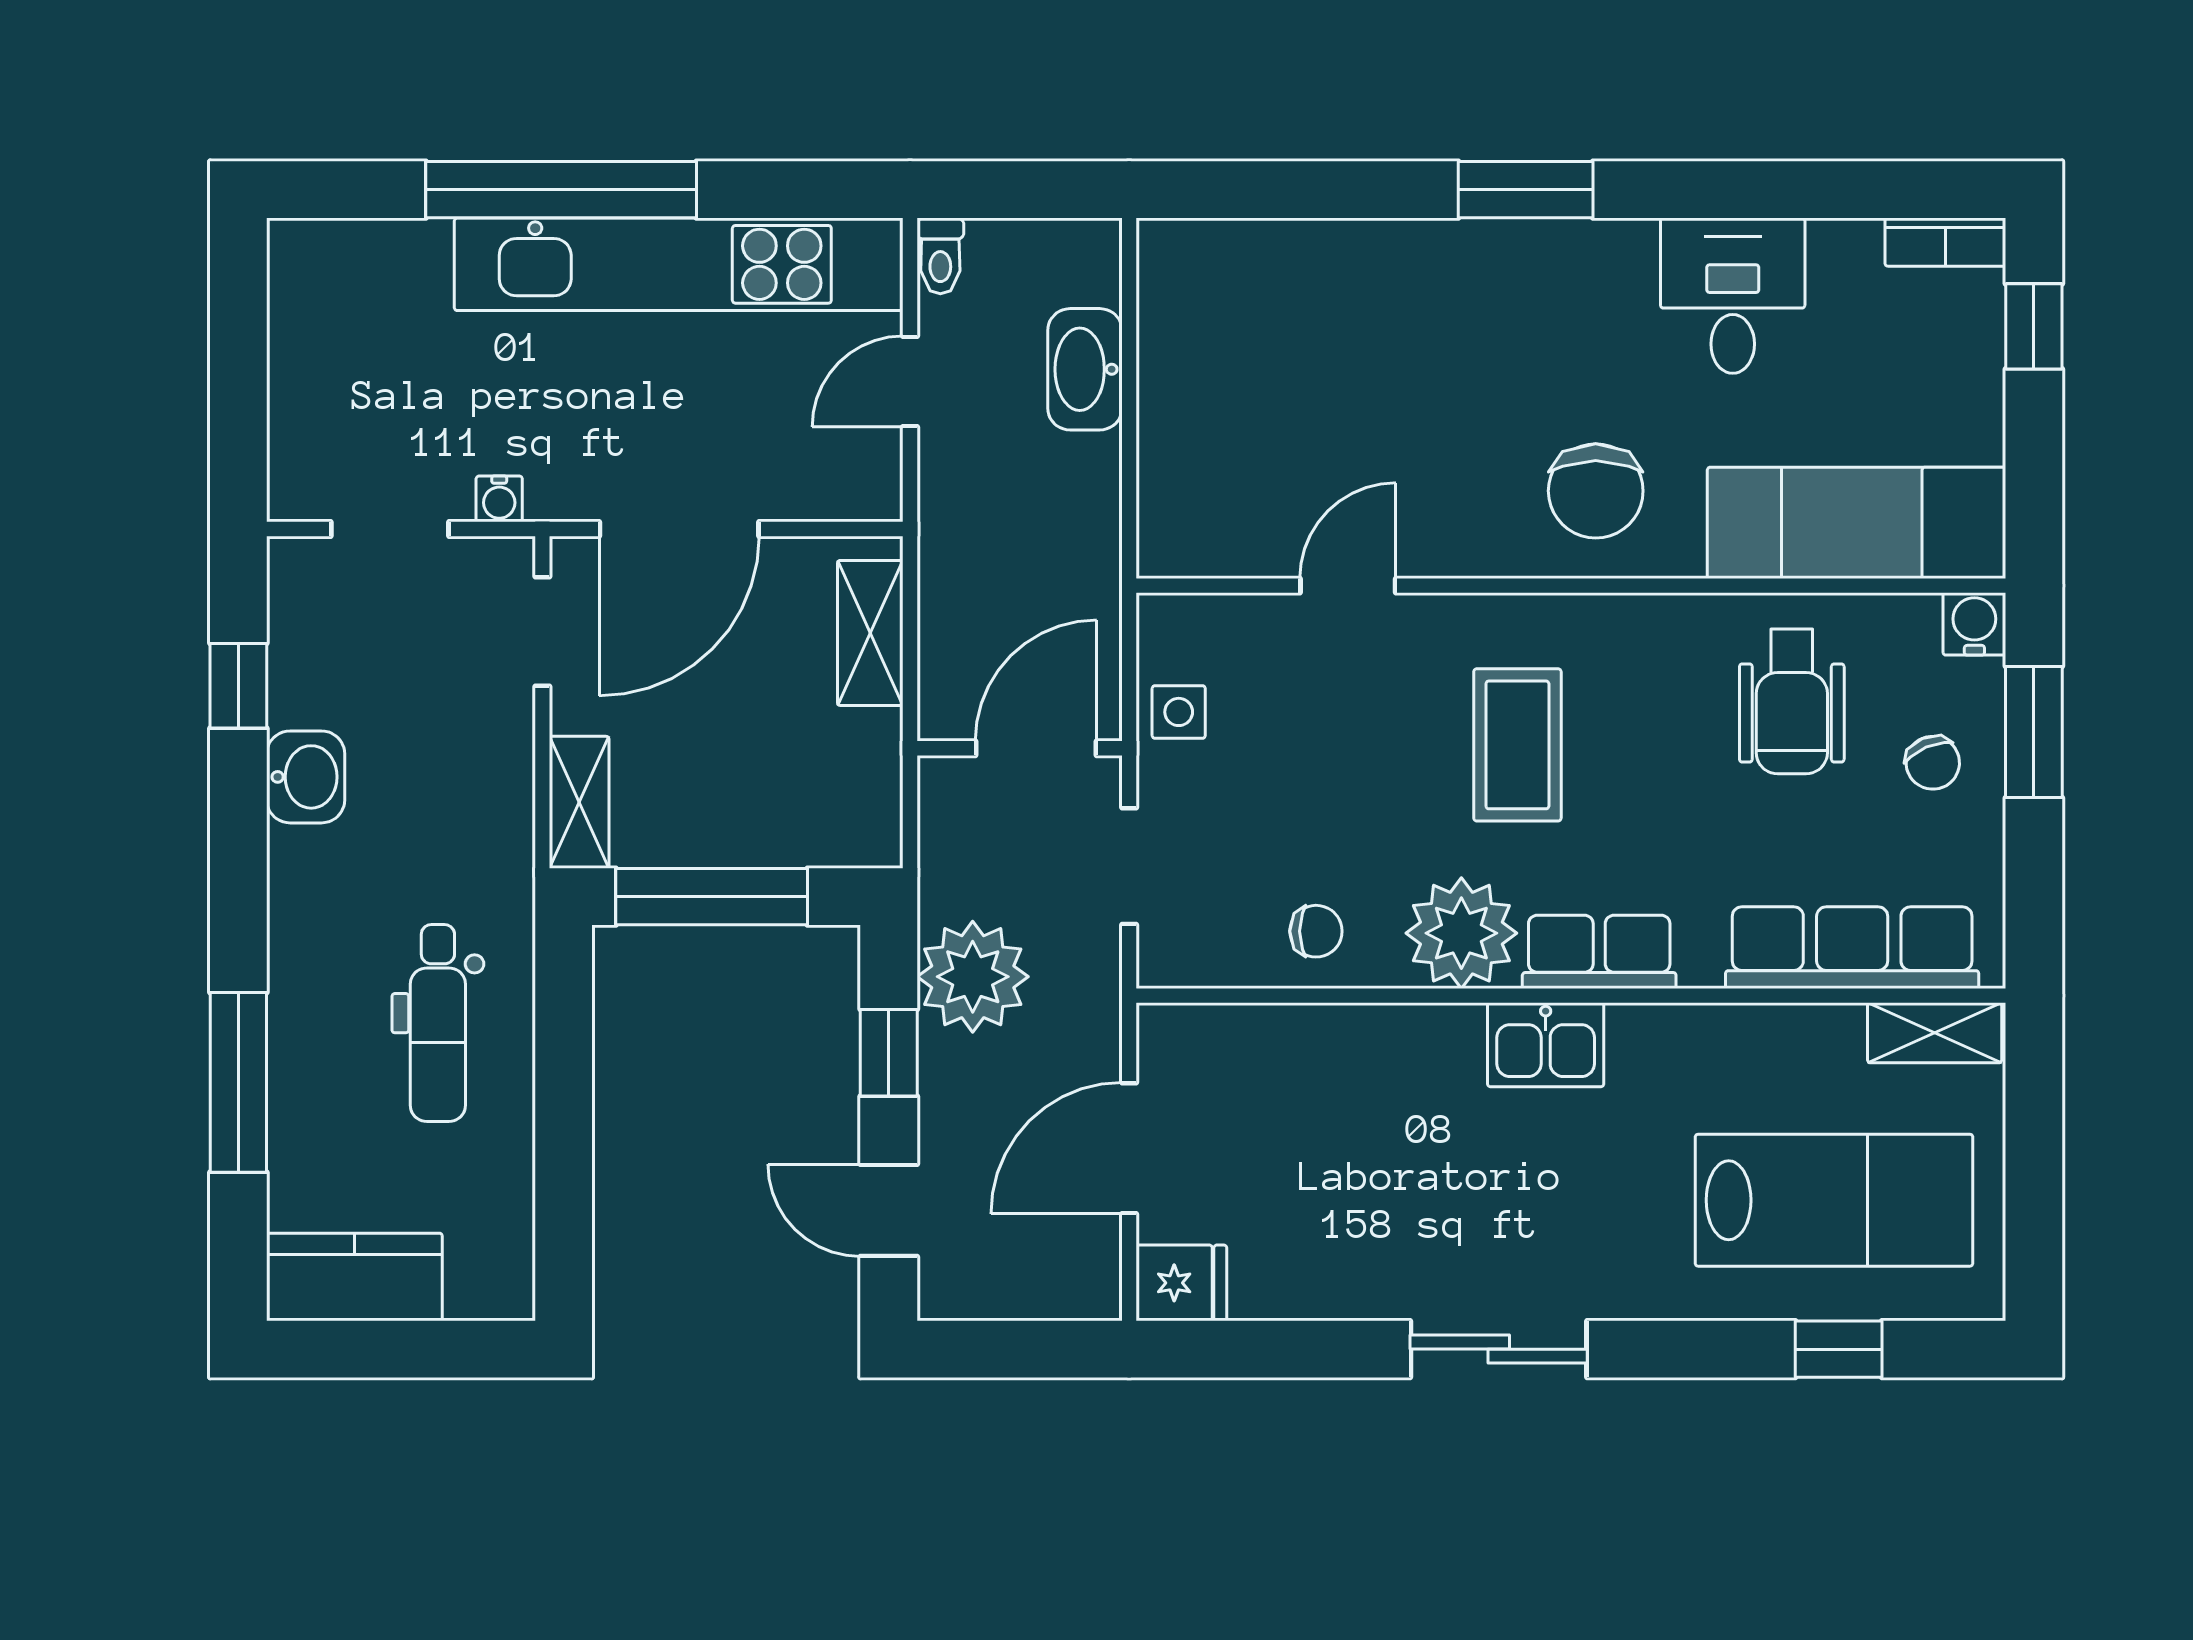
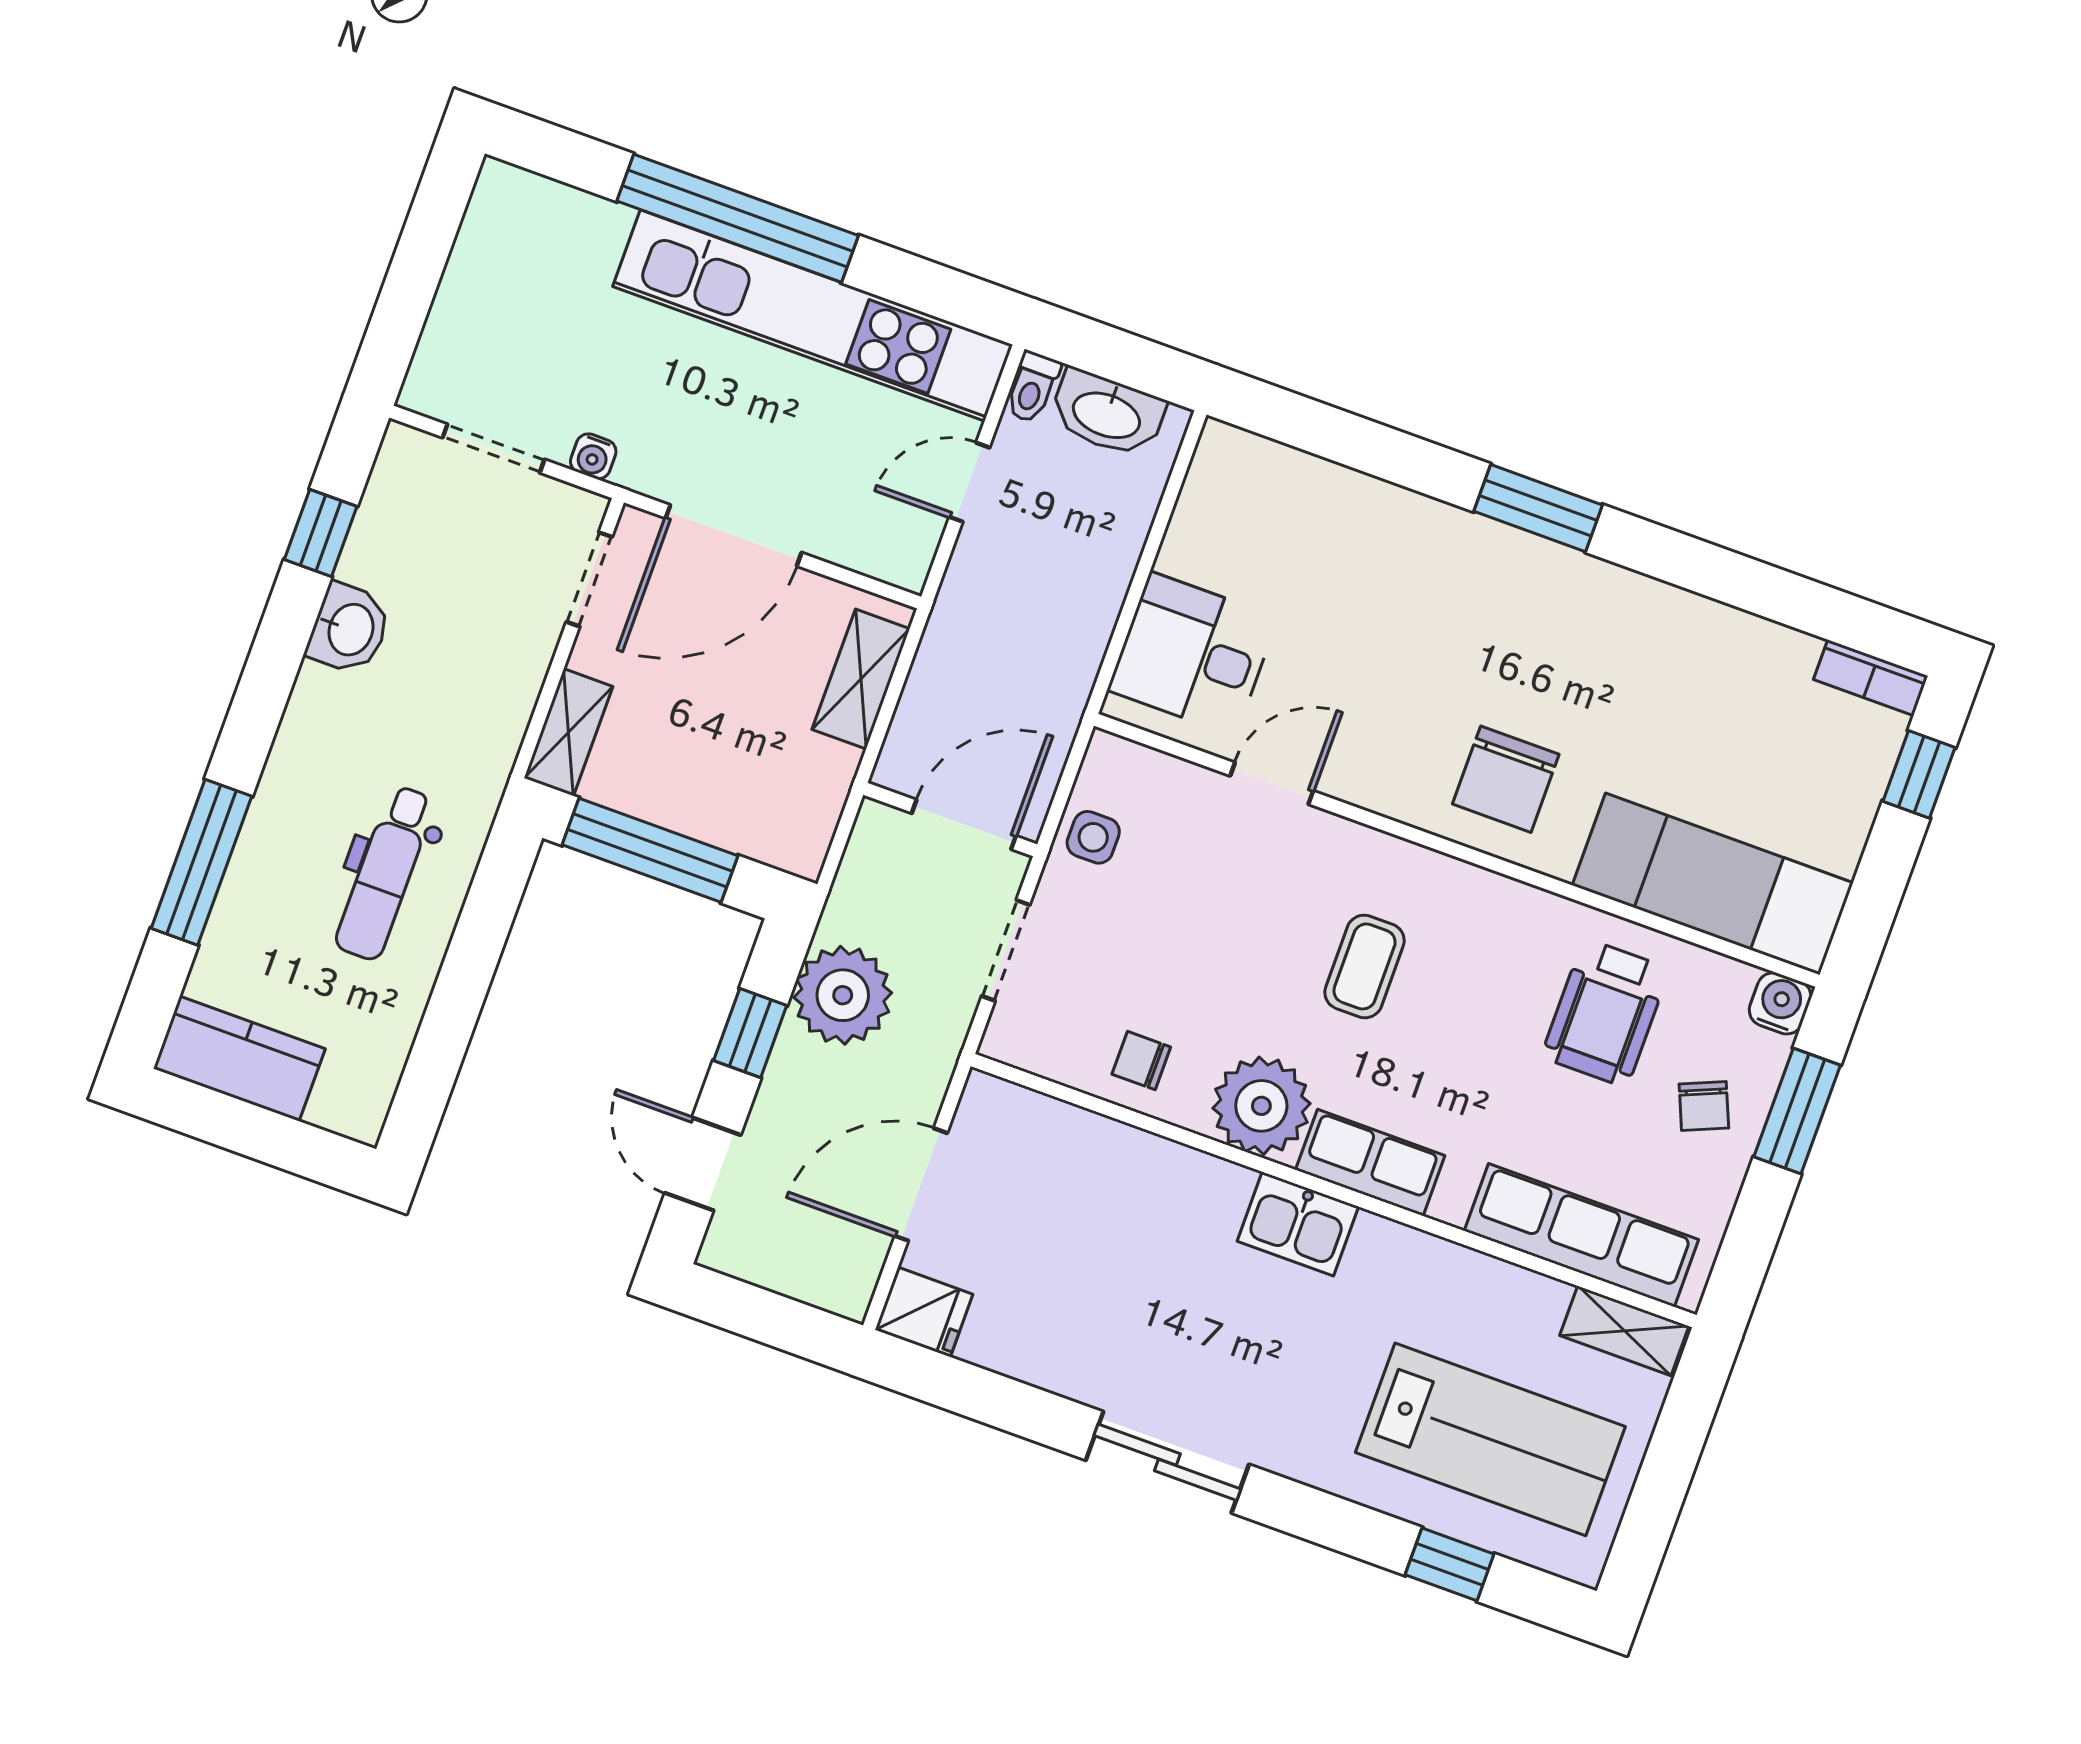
desk: (1733, 296) -> (1193, 654), moved, turned -90
washbasin: (1085, 369) -> (1107, 413), moved, turned -90
coffee table: (1517, 745) -> (1365, 966), width x0.73, depth x0.77
chair: (1316, 931) -> (1141, 1061), turned 180

